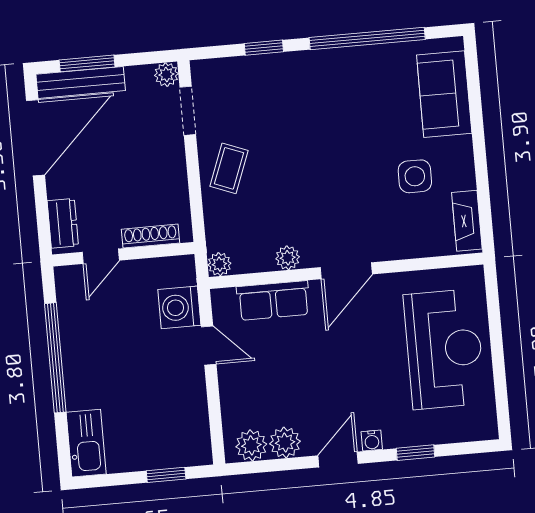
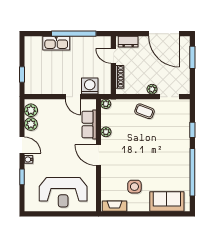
plant: (166, 75) -> (152, 89), moved
bench: (81, 82) -> (185, 54), removed
door: (209, 345) -> (73, 97), hinge flipped
kitchen sink: (86, 443) -> (56, 43), moved

